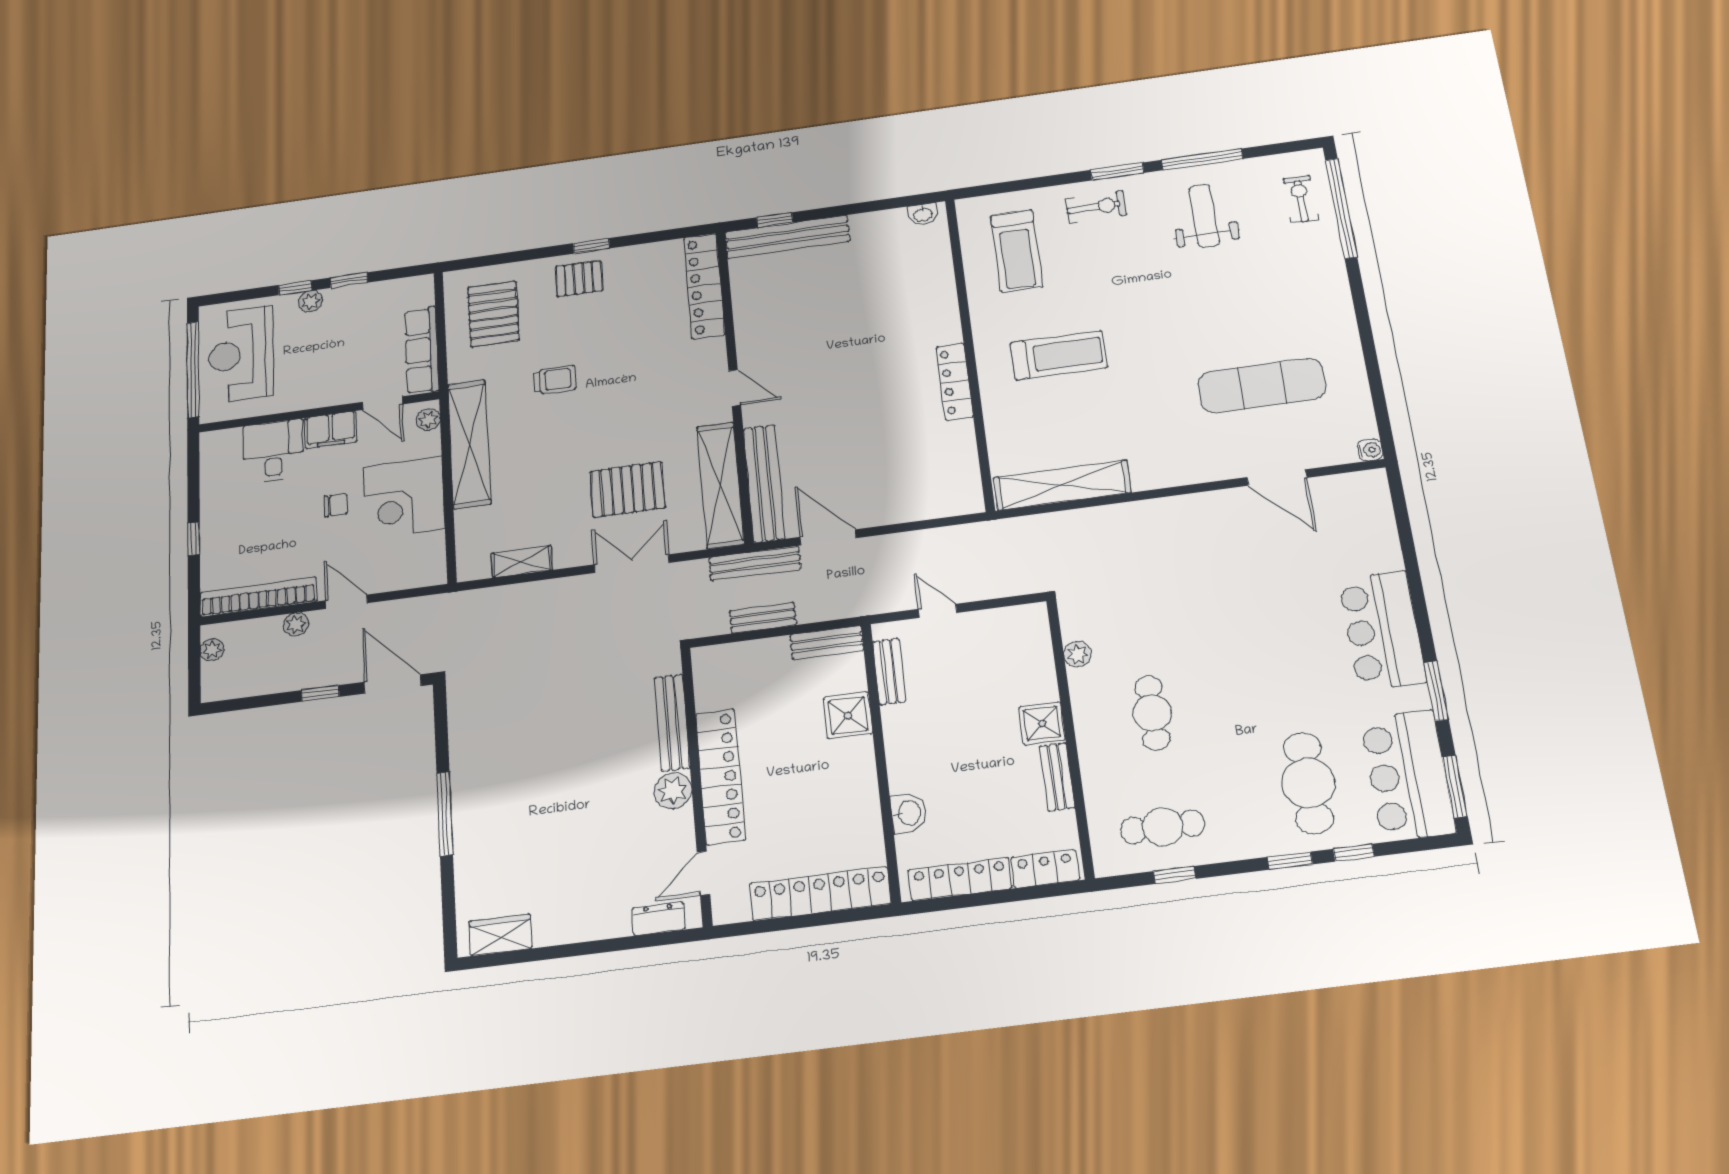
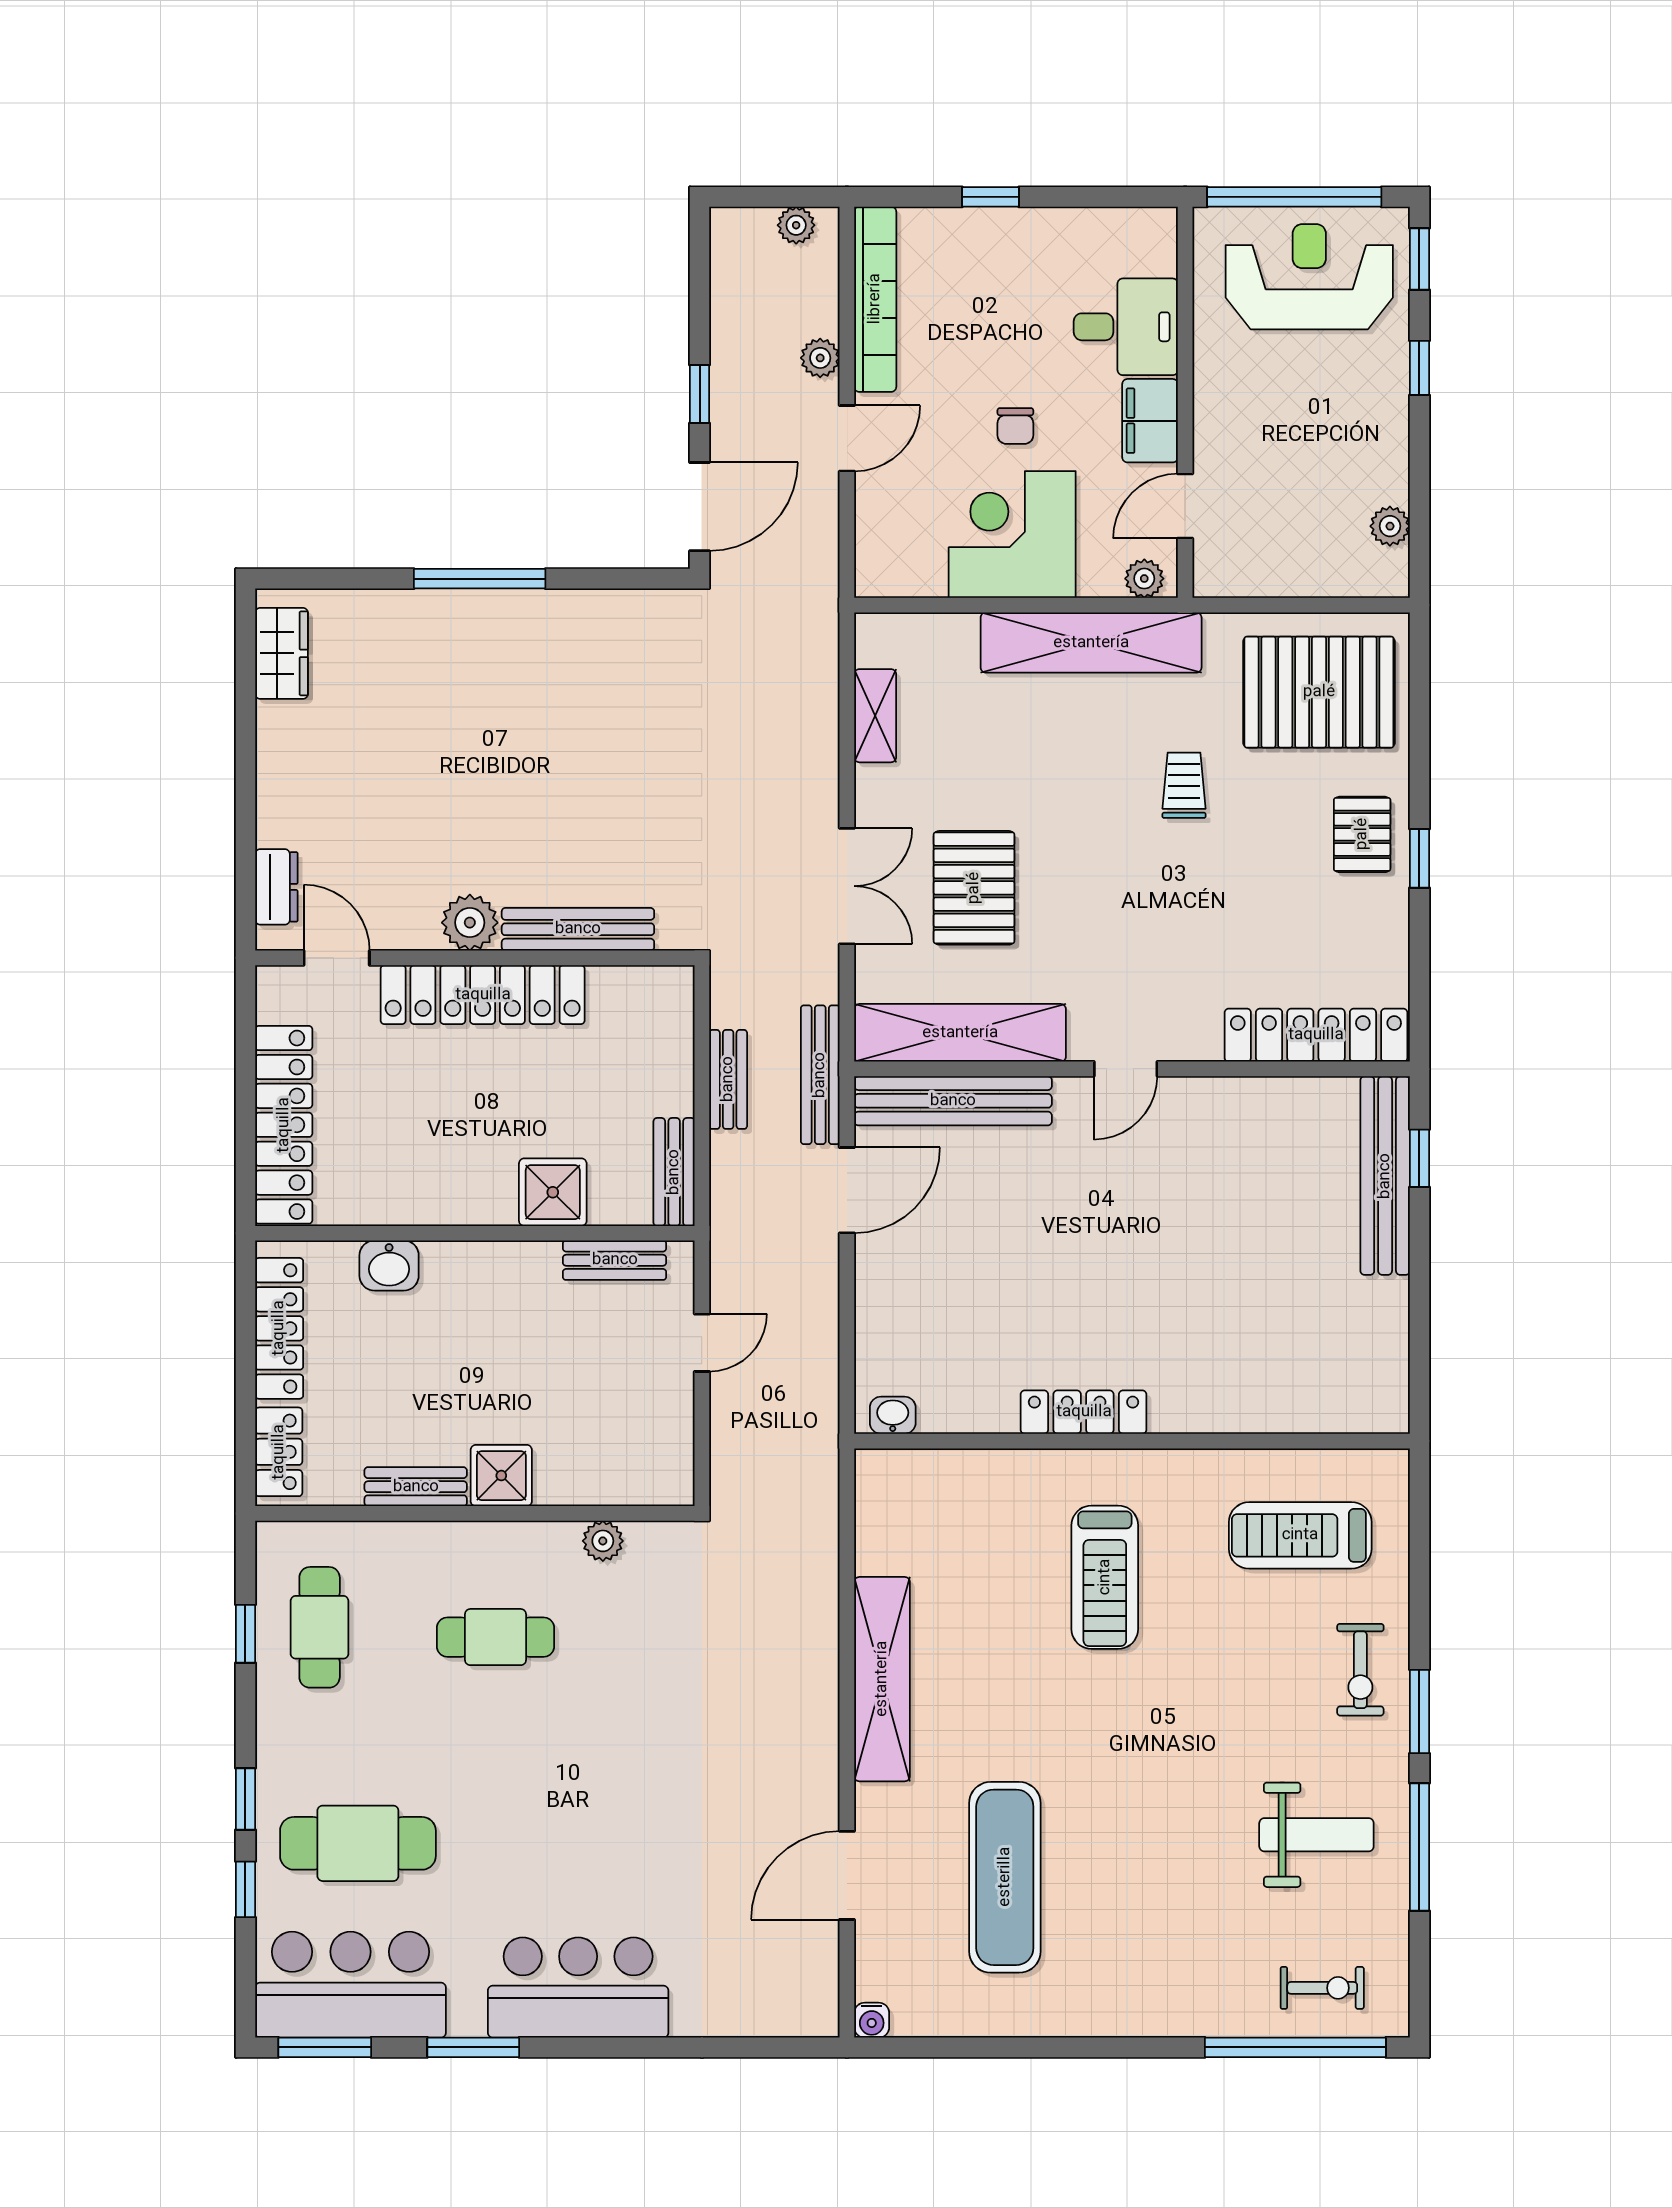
washbasin: (923, 214) -> (893, 1415), moved, turned 90
window: (349, 280) -> (1419, 259), moved
plant: (311, 301) -> (1390, 526), moved
pallet: (493, 314) -> (1319, 692), width x1.37, depth x1.41
row of seats: (422, 350) -> (1271, 573), removed
trolley: (555, 380) -> (1184, 785), turned 180
shelving: (1062, 485) -> (882, 1679), moved

